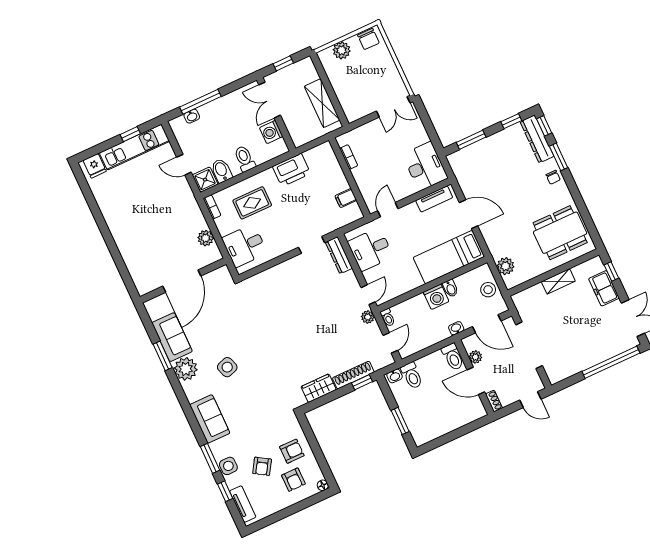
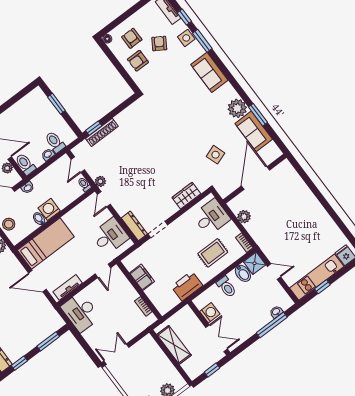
filing cabinet: (346, 198) -> (142, 277), width x2.00
side table: (227, 367) -> (216, 155), moved
washbasin: (395, 376) -> (48, 154), moved
wardrobe: (319, 388) -> (186, 196), moved, turned 180

